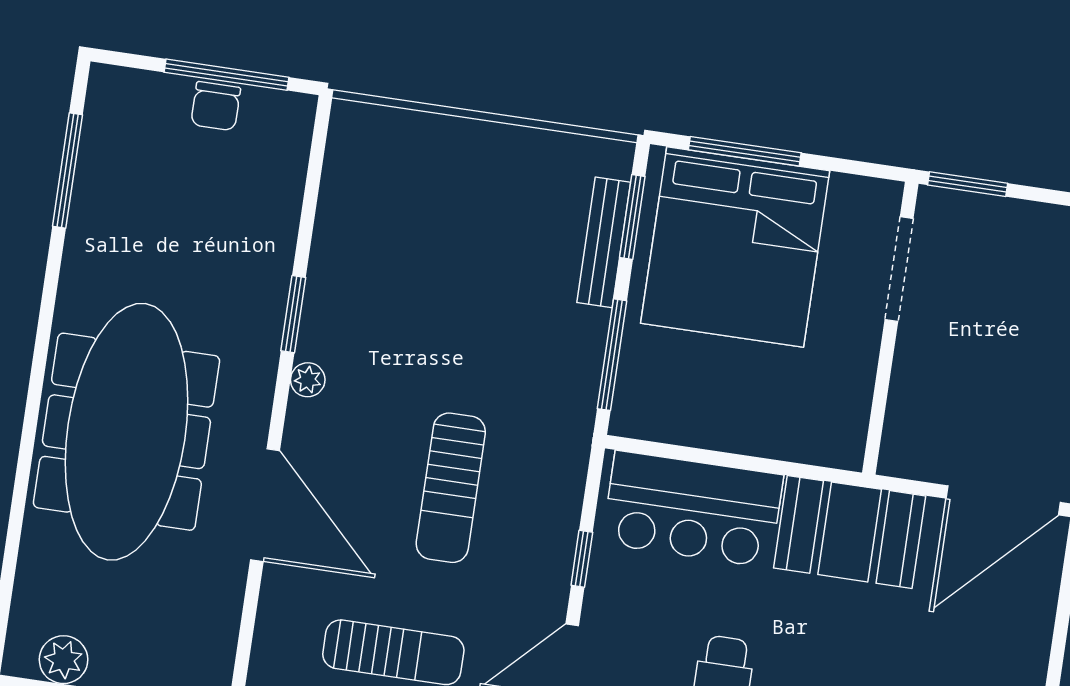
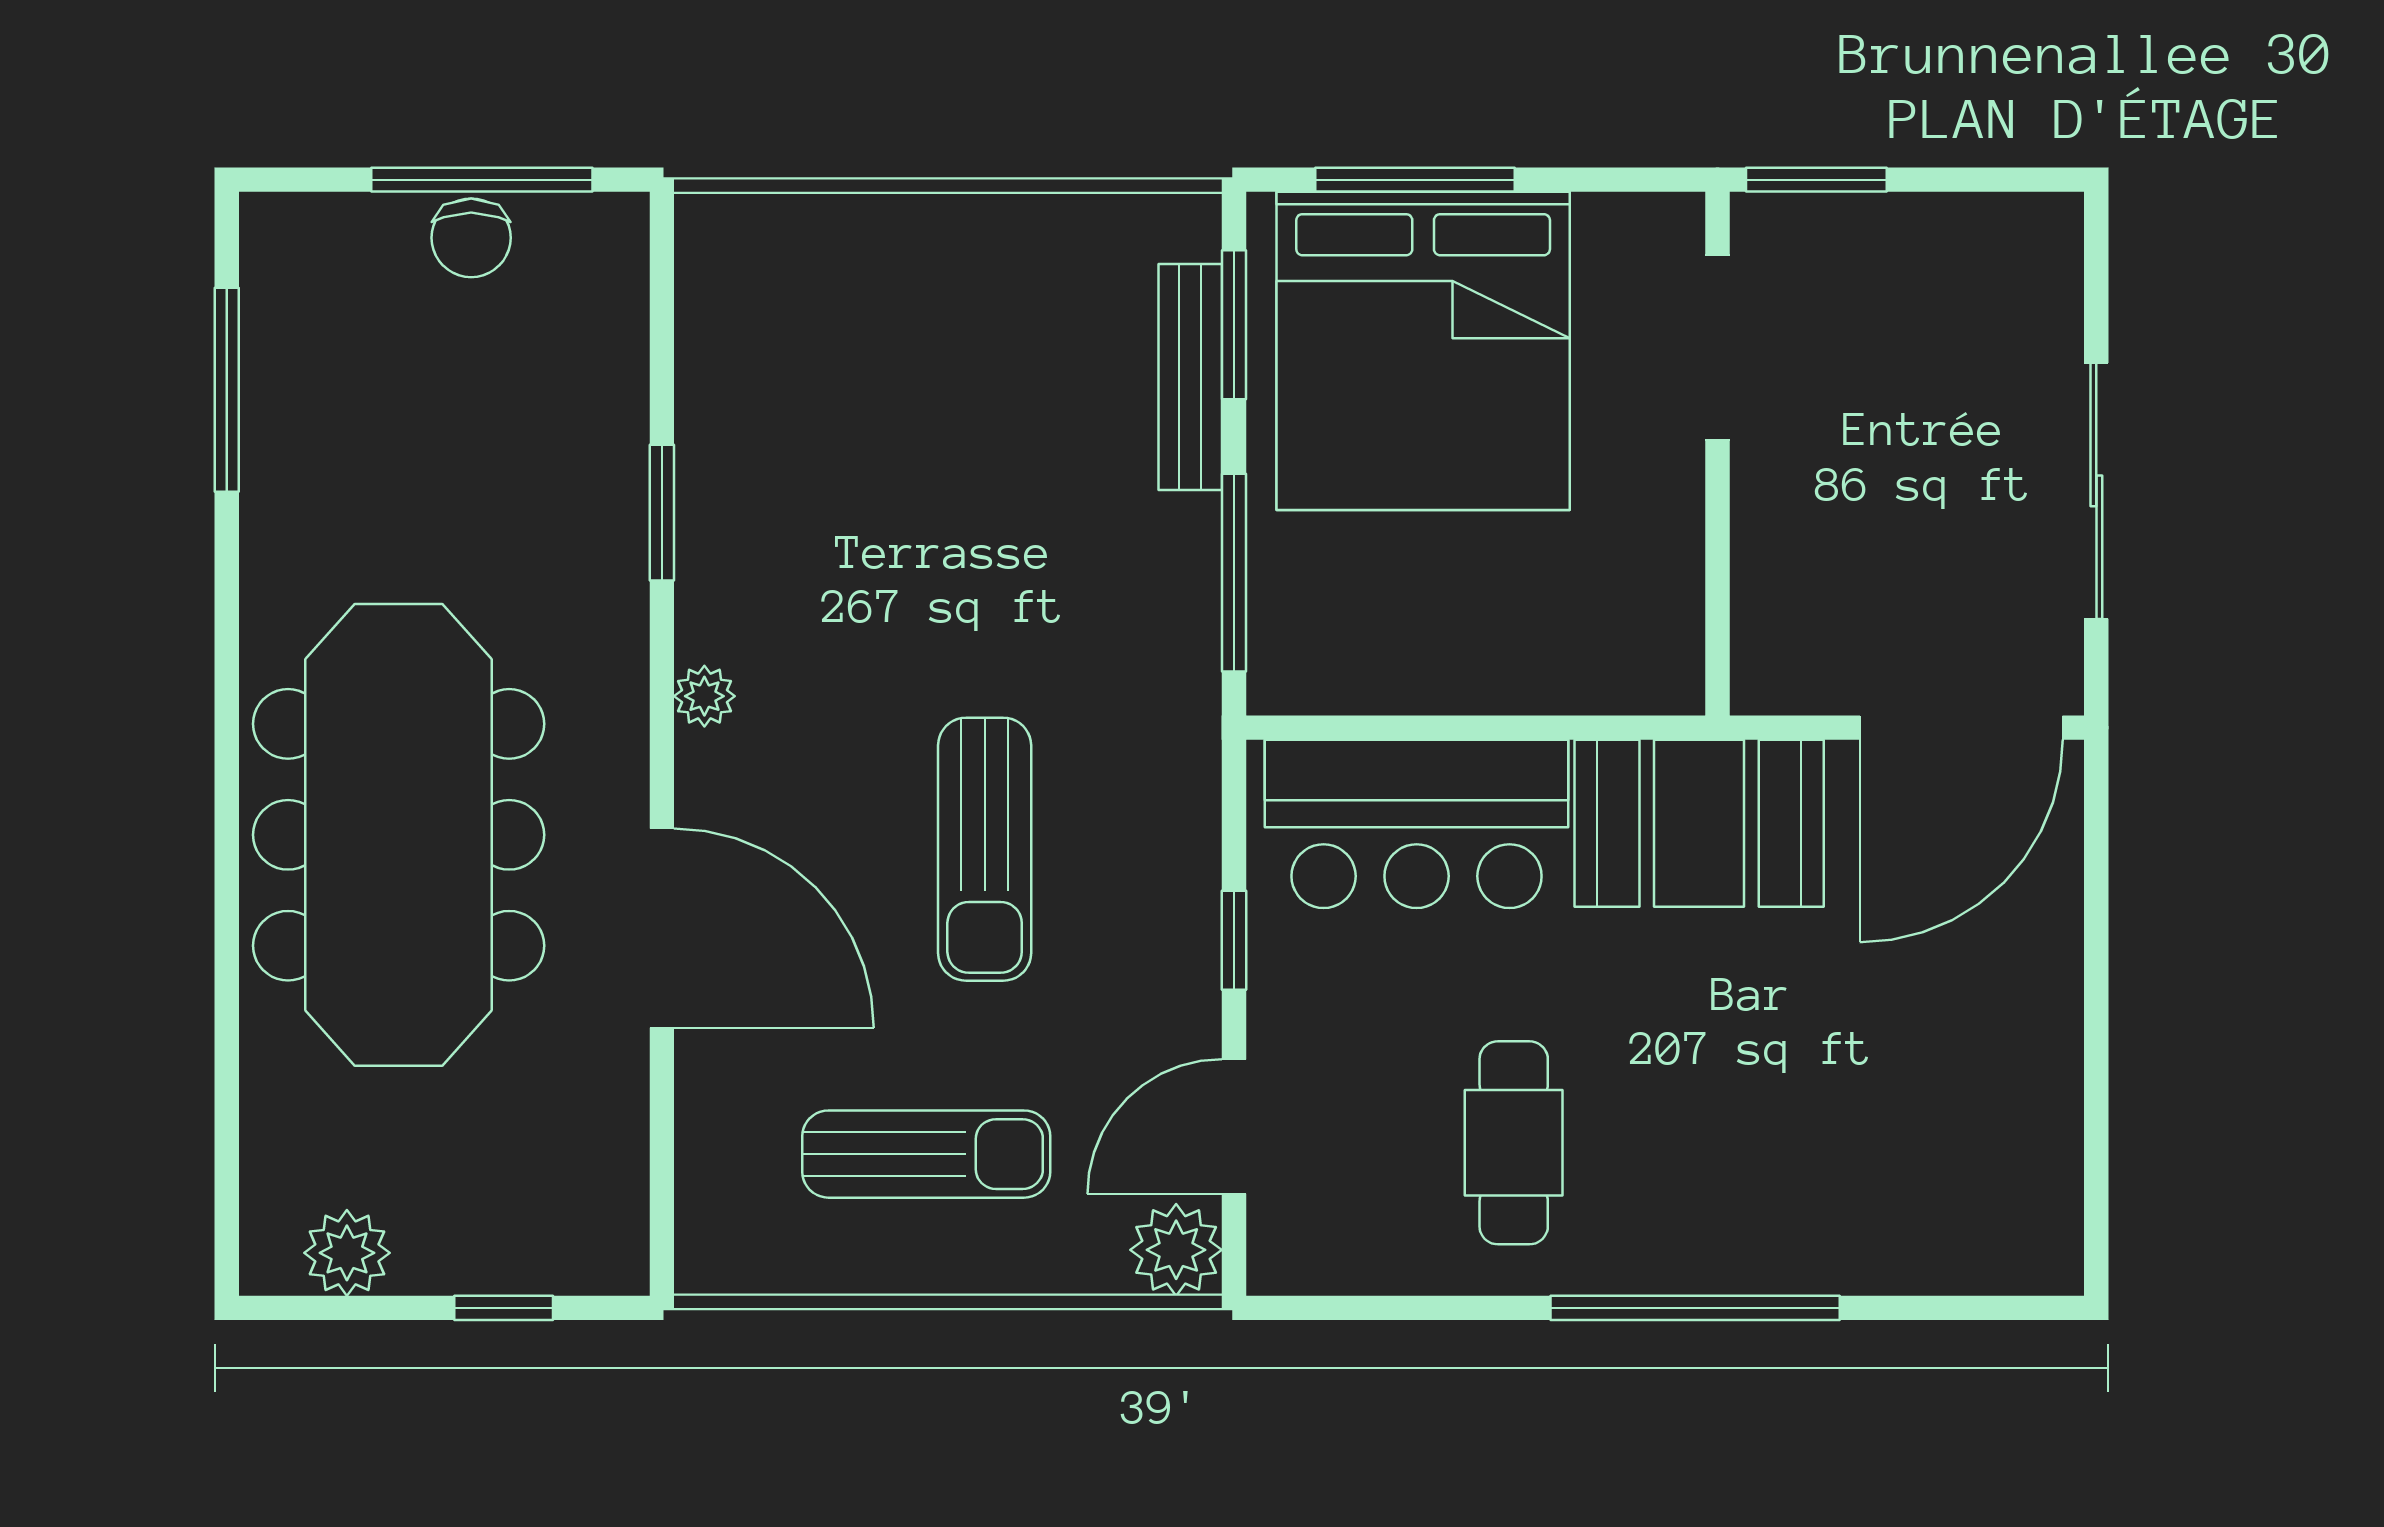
window: (293, 314) -> (662, 513), moved

